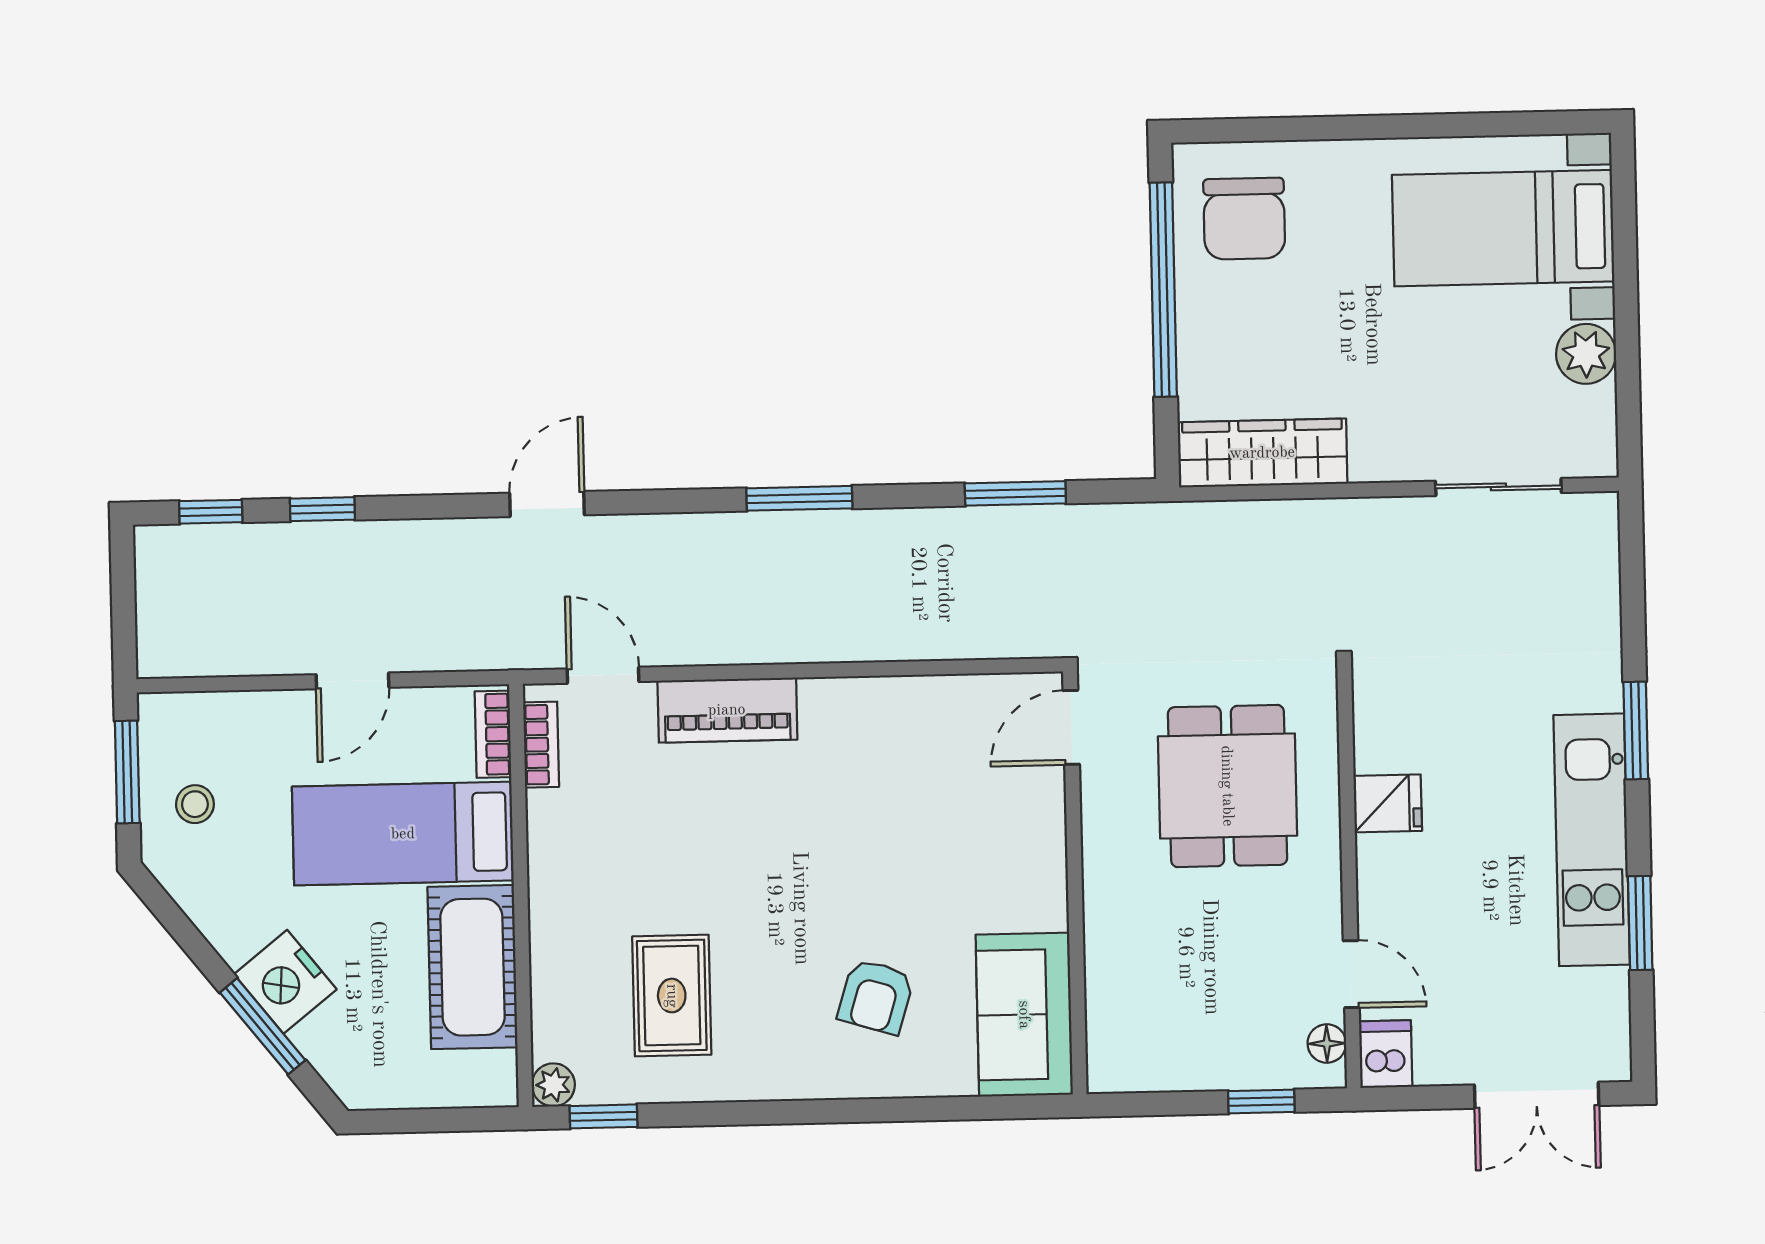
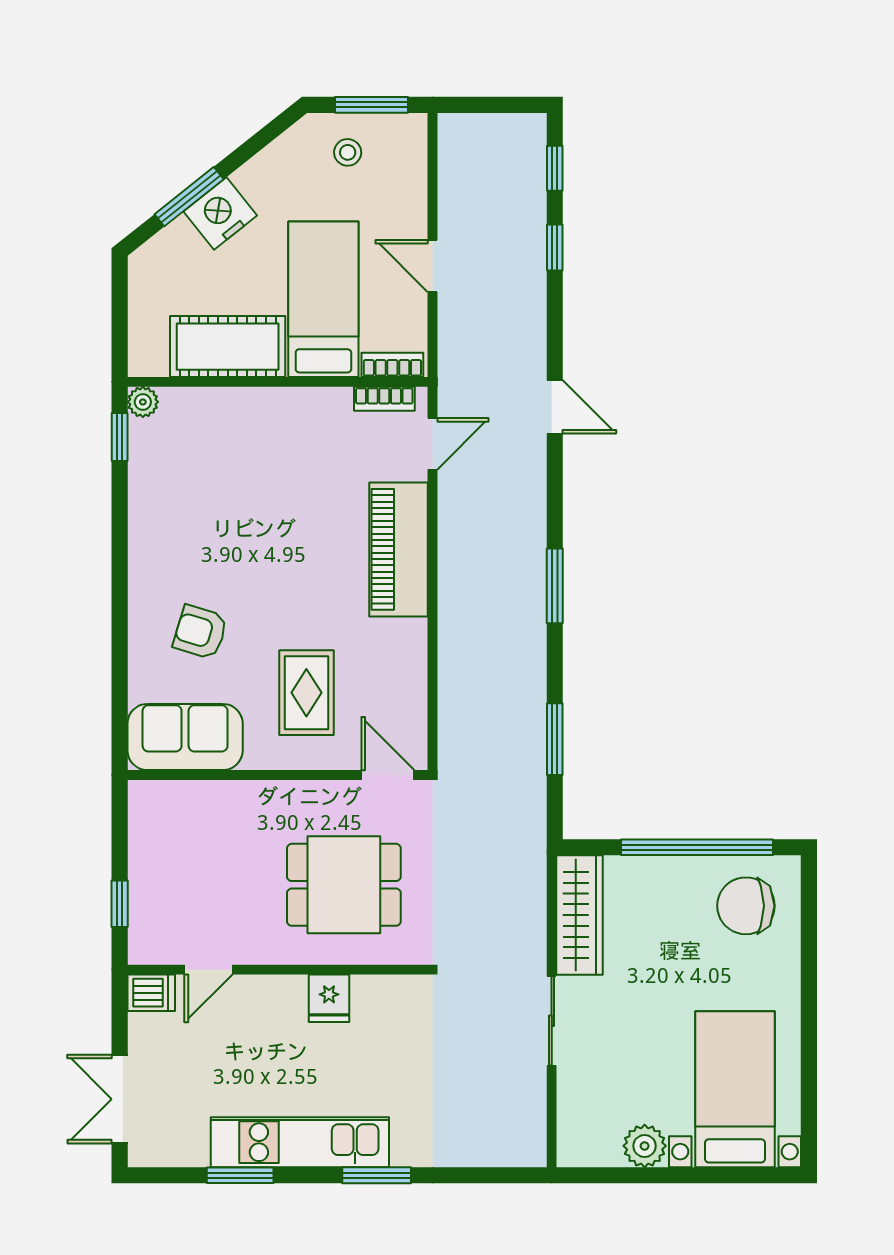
sliding door: (1498, 487) -> (552, 1021), moved
piano: (727, 710) -> (399, 549), width x1.37, depth x1.33
rug: (672, 996) -> (306, 693), moved, turned 90
floor lamp: (1327, 1044) -> (160, 951), removed

